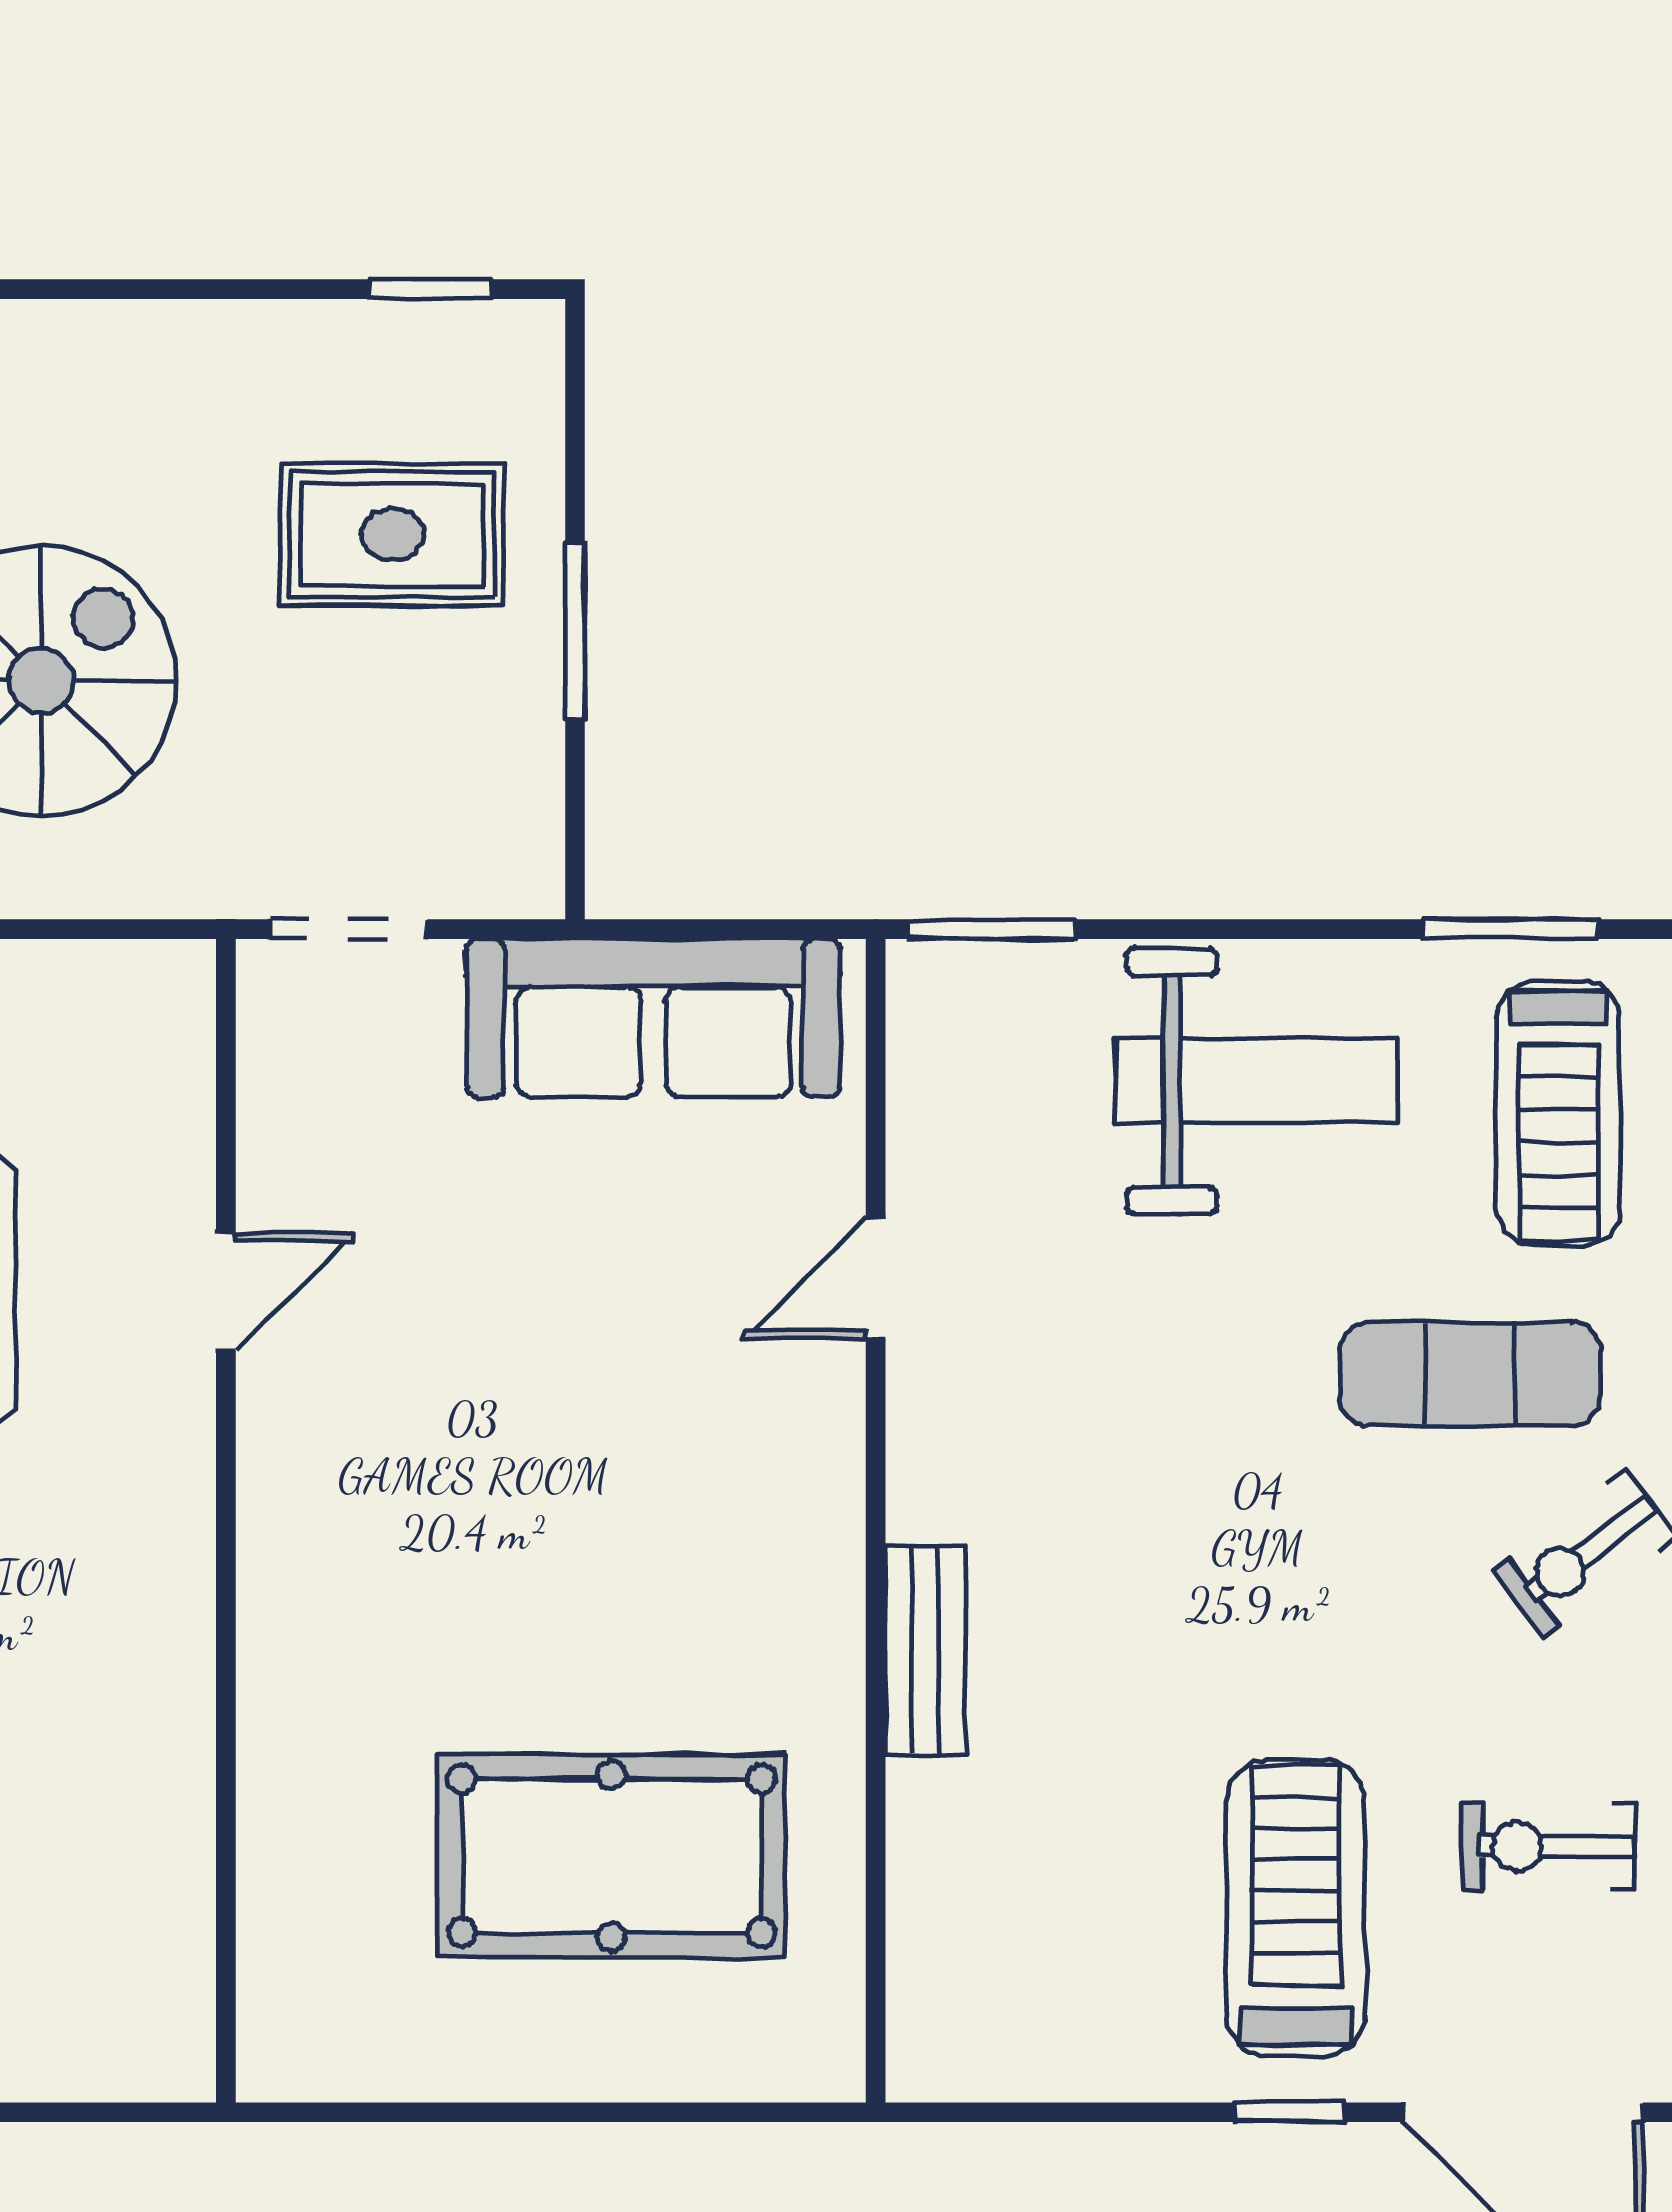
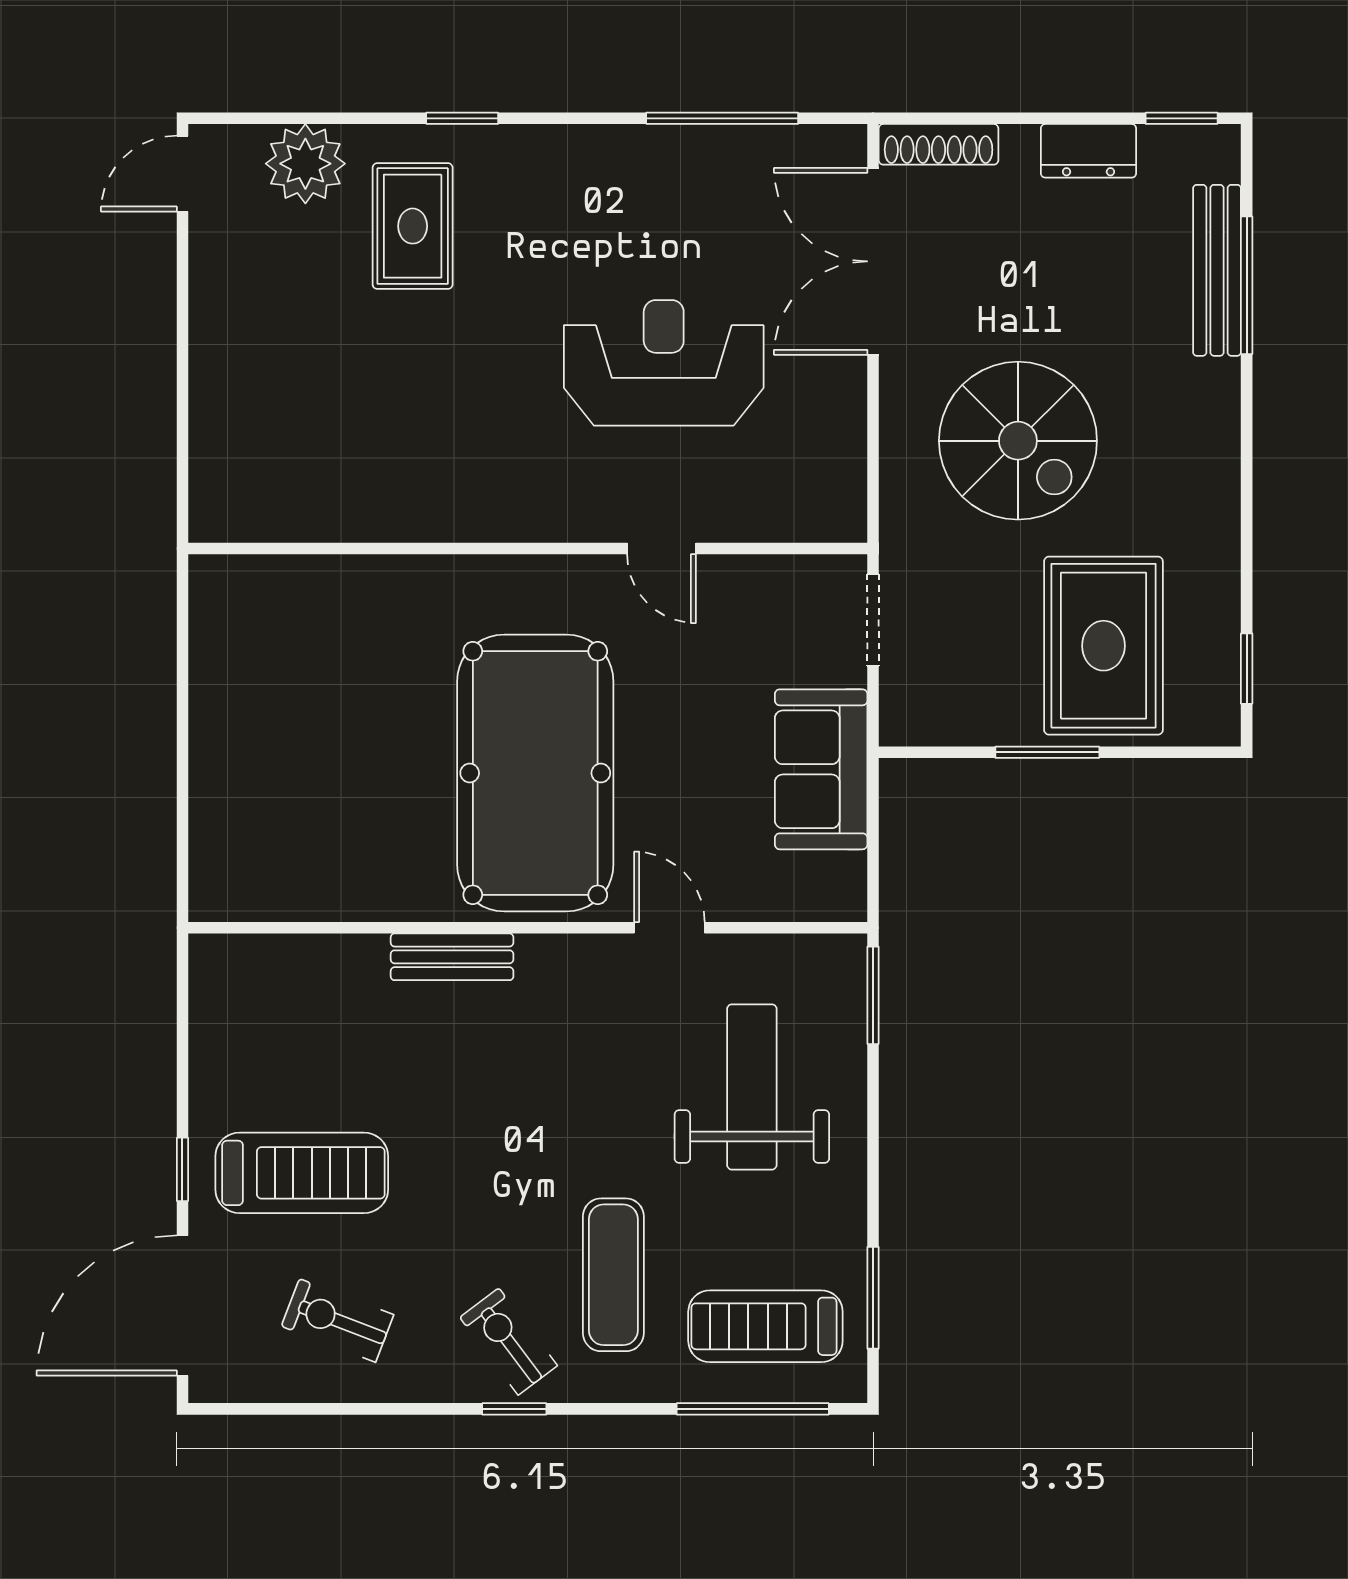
rug: (392, 534) -> (1103, 646), width x1.36, depth x1.43
sofa: (654, 1018) -> (821, 769), width x0.73
weight bench: (1257, 1081) -> (752, 1087), moved, turned 180
exercise bike: (1548, 1847) -> (338, 1320), turned -69
pool table: (612, 1856) -> (535, 773), moved, width x1.36, depth x1.32

